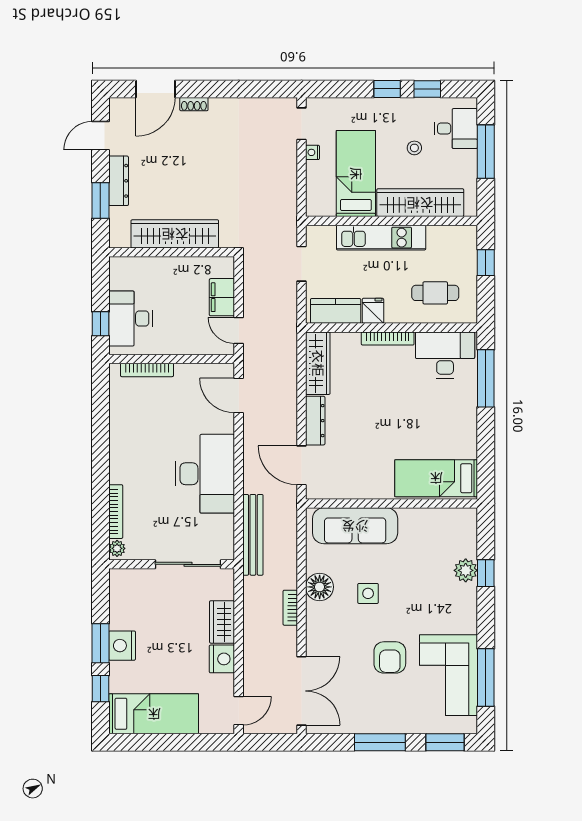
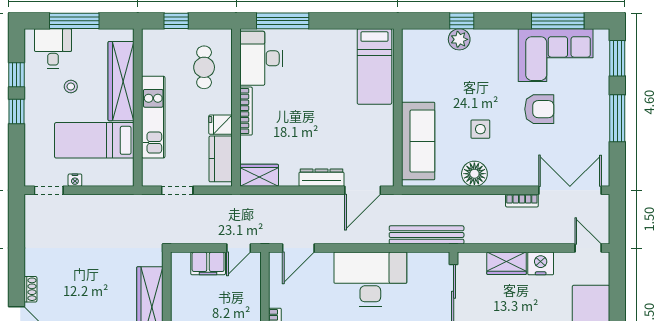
wardrobe: (318, 363) -> (259, 175), width x0.67
bookcase: (290, 608) -> (522, 201), moved

